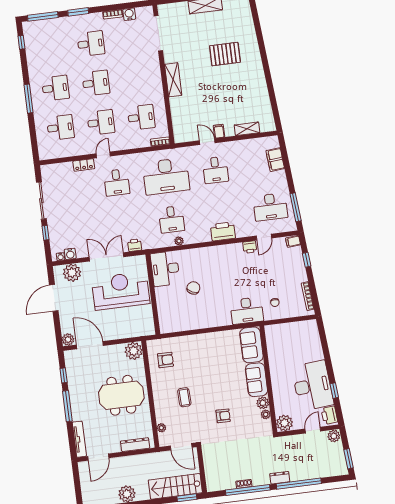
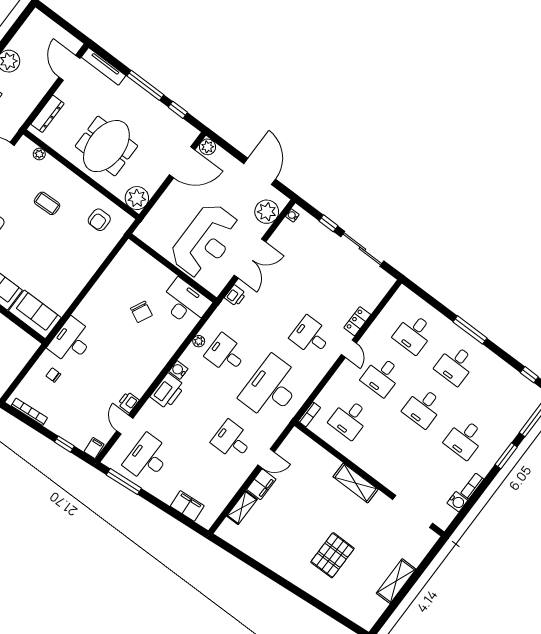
filing cabinet: (219, 131) -> (261, 484), width x2.00
water cooler: (70, 254) -> (178, 370), moved

